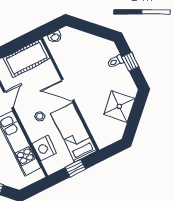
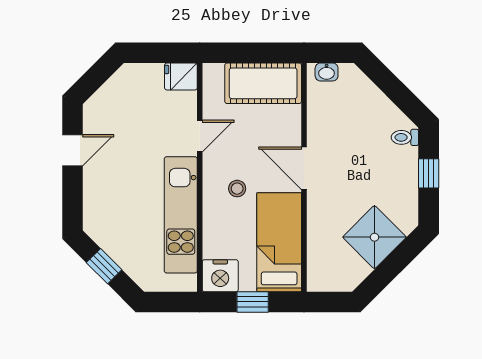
toilet: (115, 61) -> (405, 137), moved
nightstand: (44, 148) -> (220, 276), moved, turned -90

